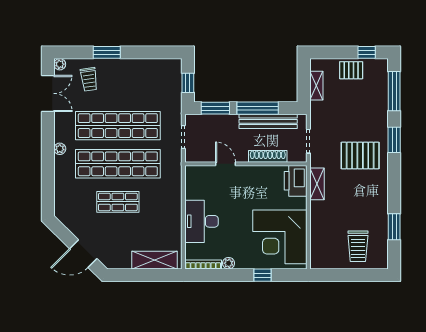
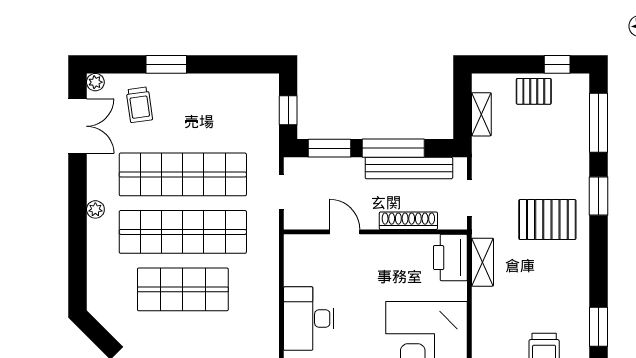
shop shelf: (118, 202) -> (183, 289), width x1.43, depth x1.36

